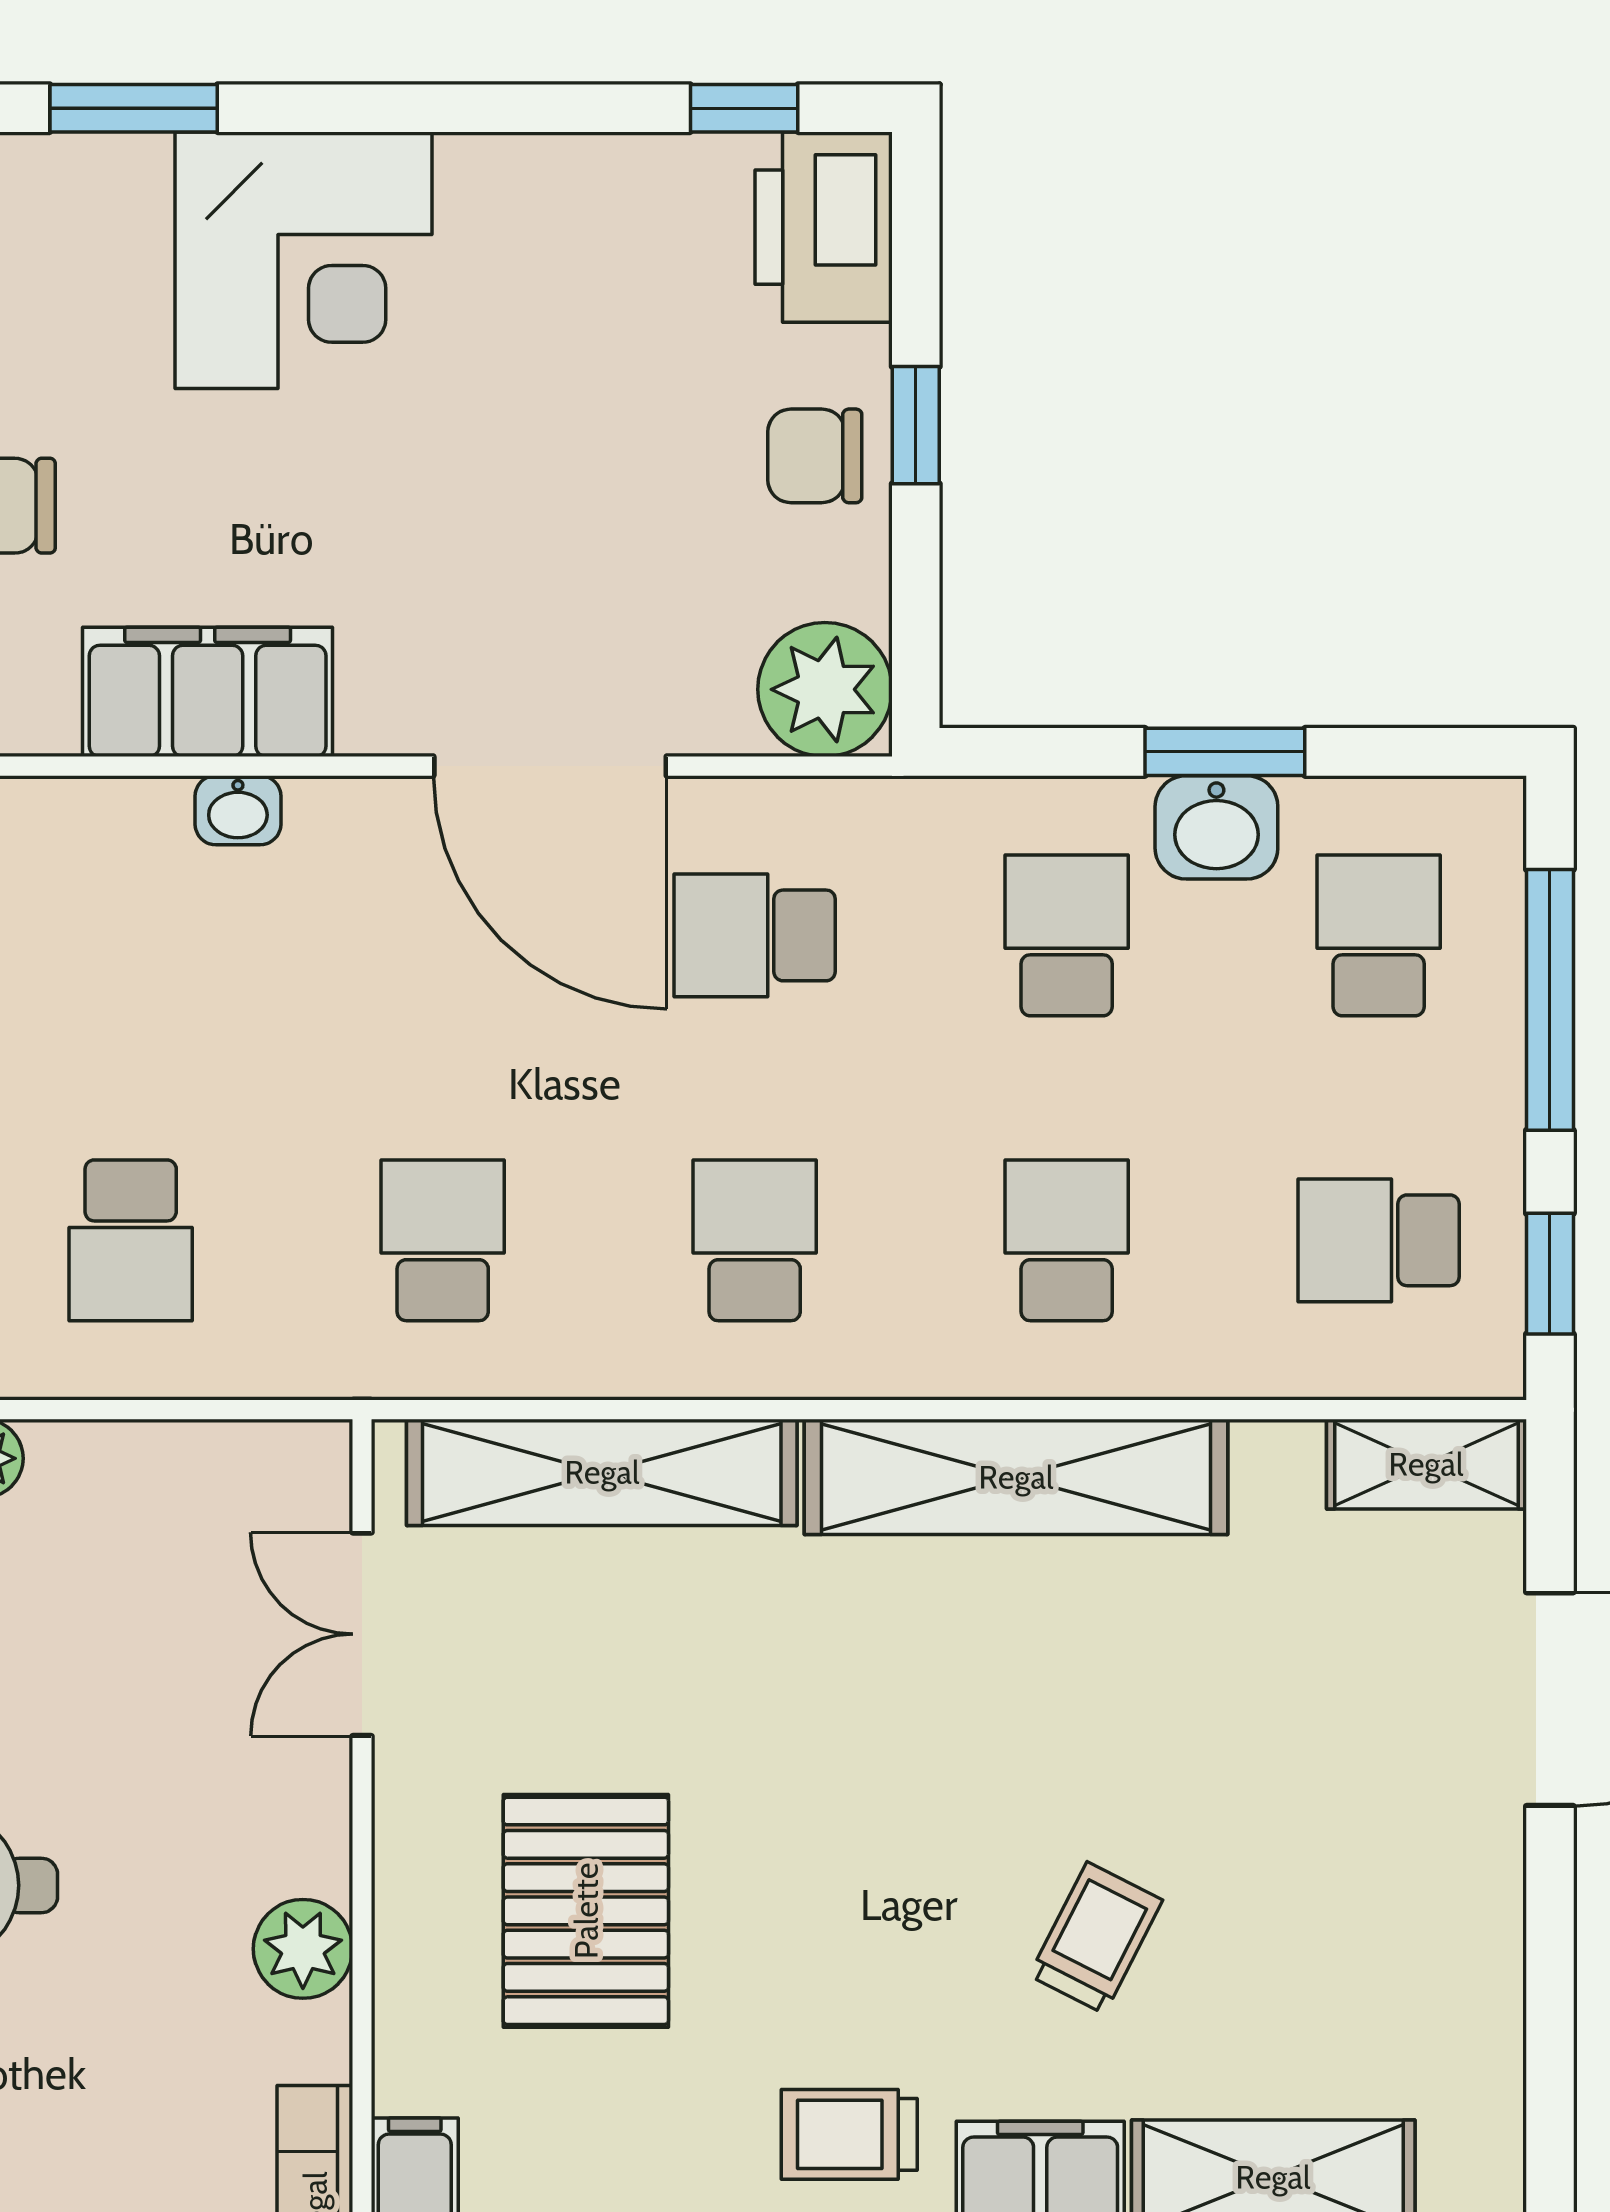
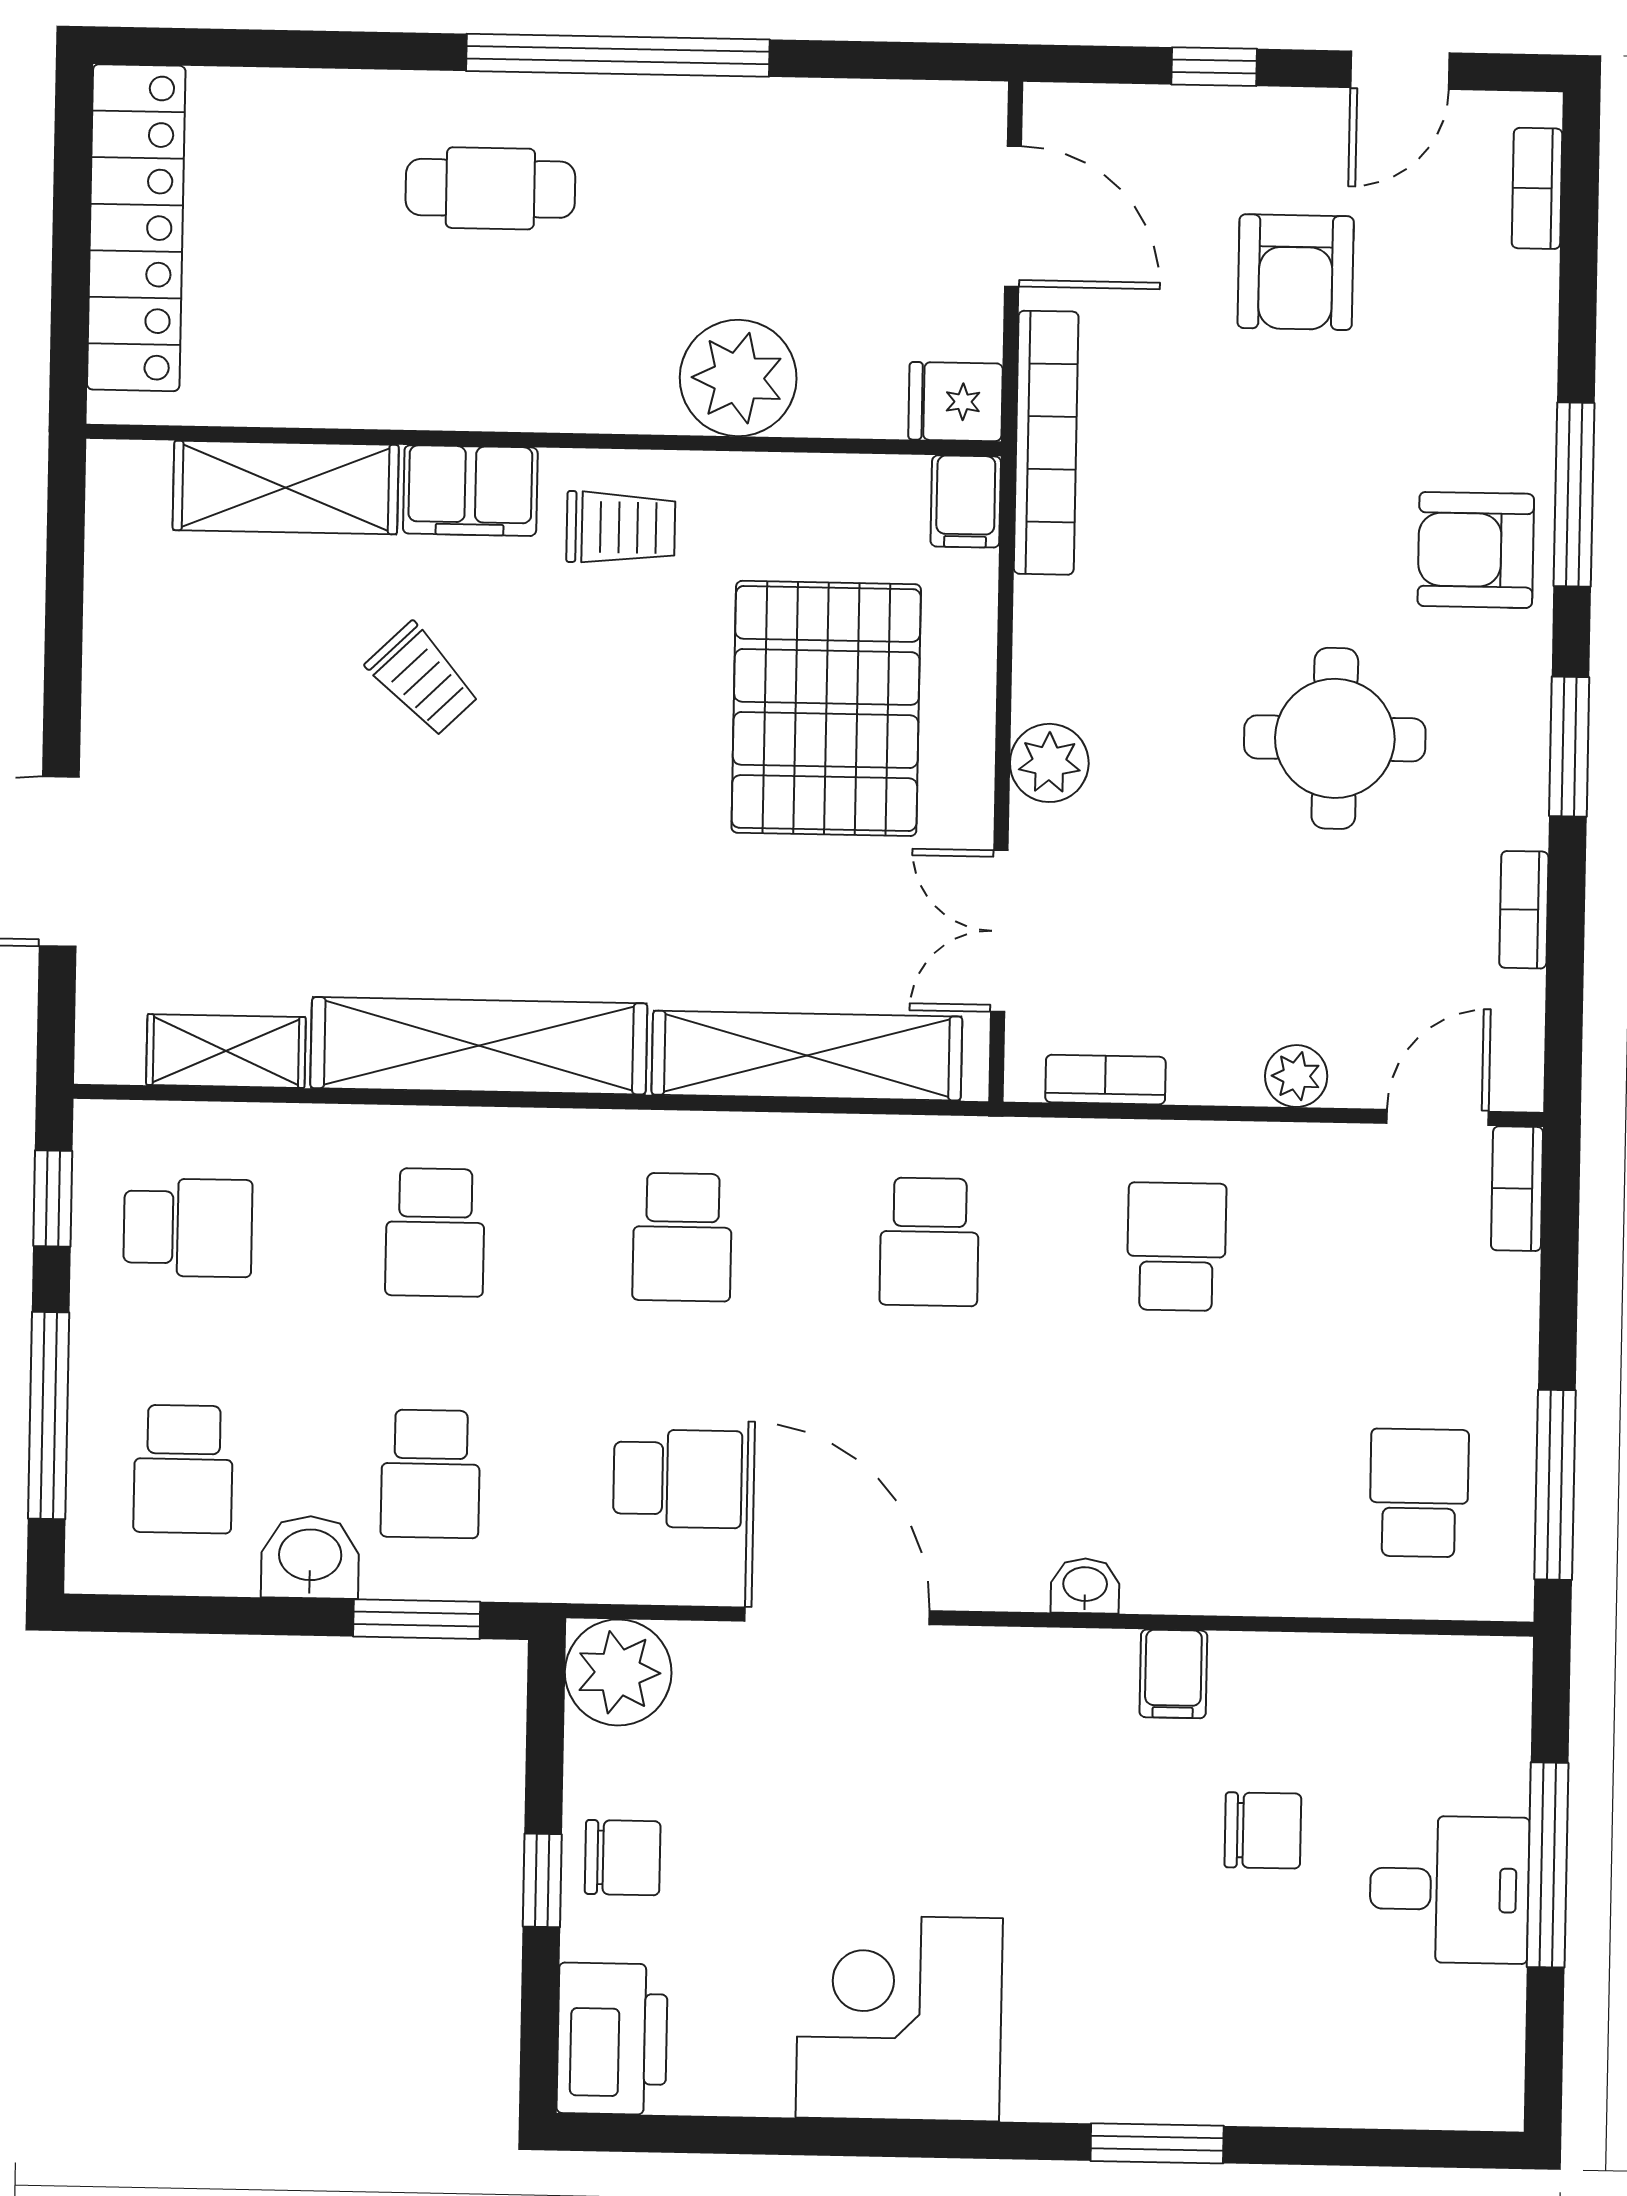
window: (744, 108) -> (673, 2134), removed
corner desk: (304, 260) -> (899, 2018), moved
filing cabinet: (208, 692) -> (1173, 1674), width x0.33, depth x0.86
window: (1225, 752) -> (417, 1619), moved
bookcase: (224, 1449) -> (1105, 1080), added
shelving: (1426, 1464) -> (226, 1051), moved
double door: (362, 1634) -> (999, 931), swing flipped
pallet: (586, 1911) -> (826, 708), width x1.37, depth x1.41
trolley: (1096, 1938) -> (423, 679), turned -71
plant: (303, 1949) -> (1049, 763), moved

